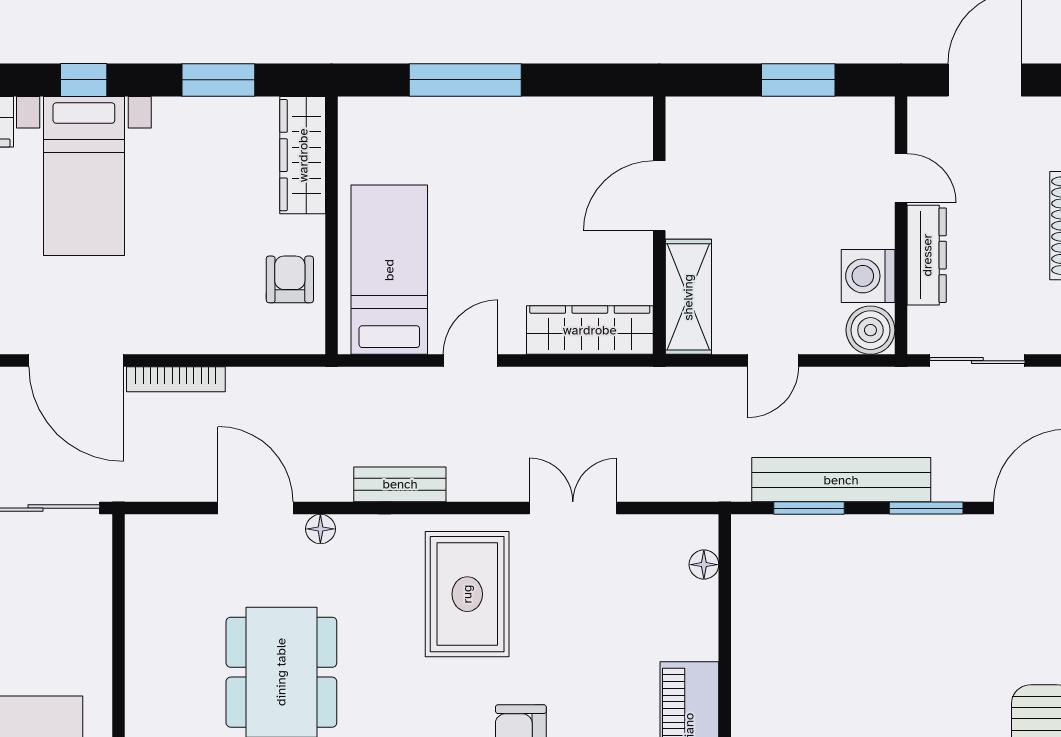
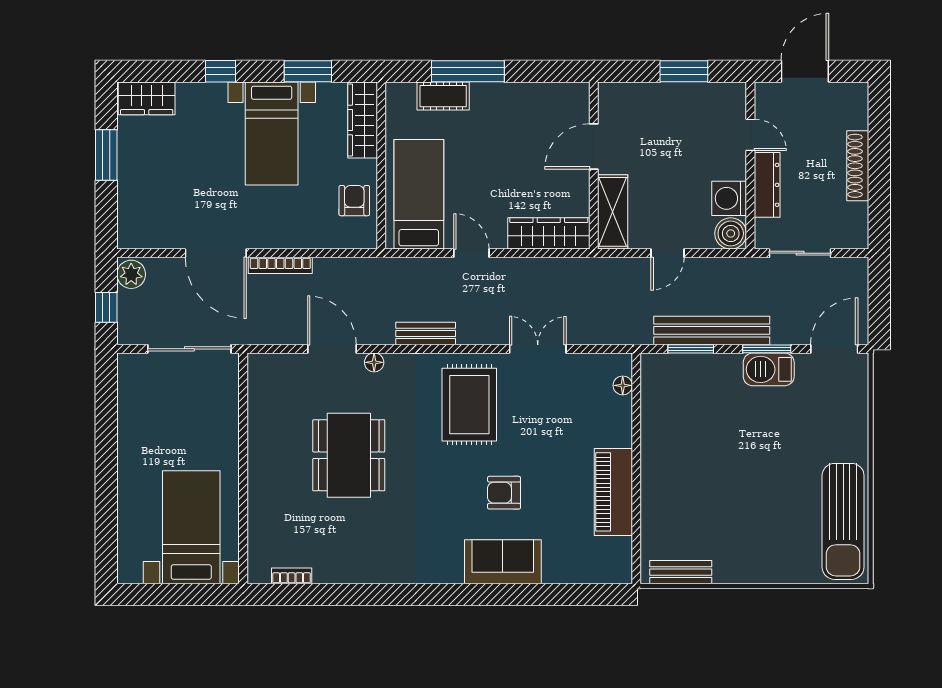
cot: (427, 118) -> (443, 96), added
bed with nightstands: (84, 176) -> (272, 134), moved
door: (471, 361) -> (471, 253), hinge flipped
barbecue: (929, 540) -> (769, 369), added

